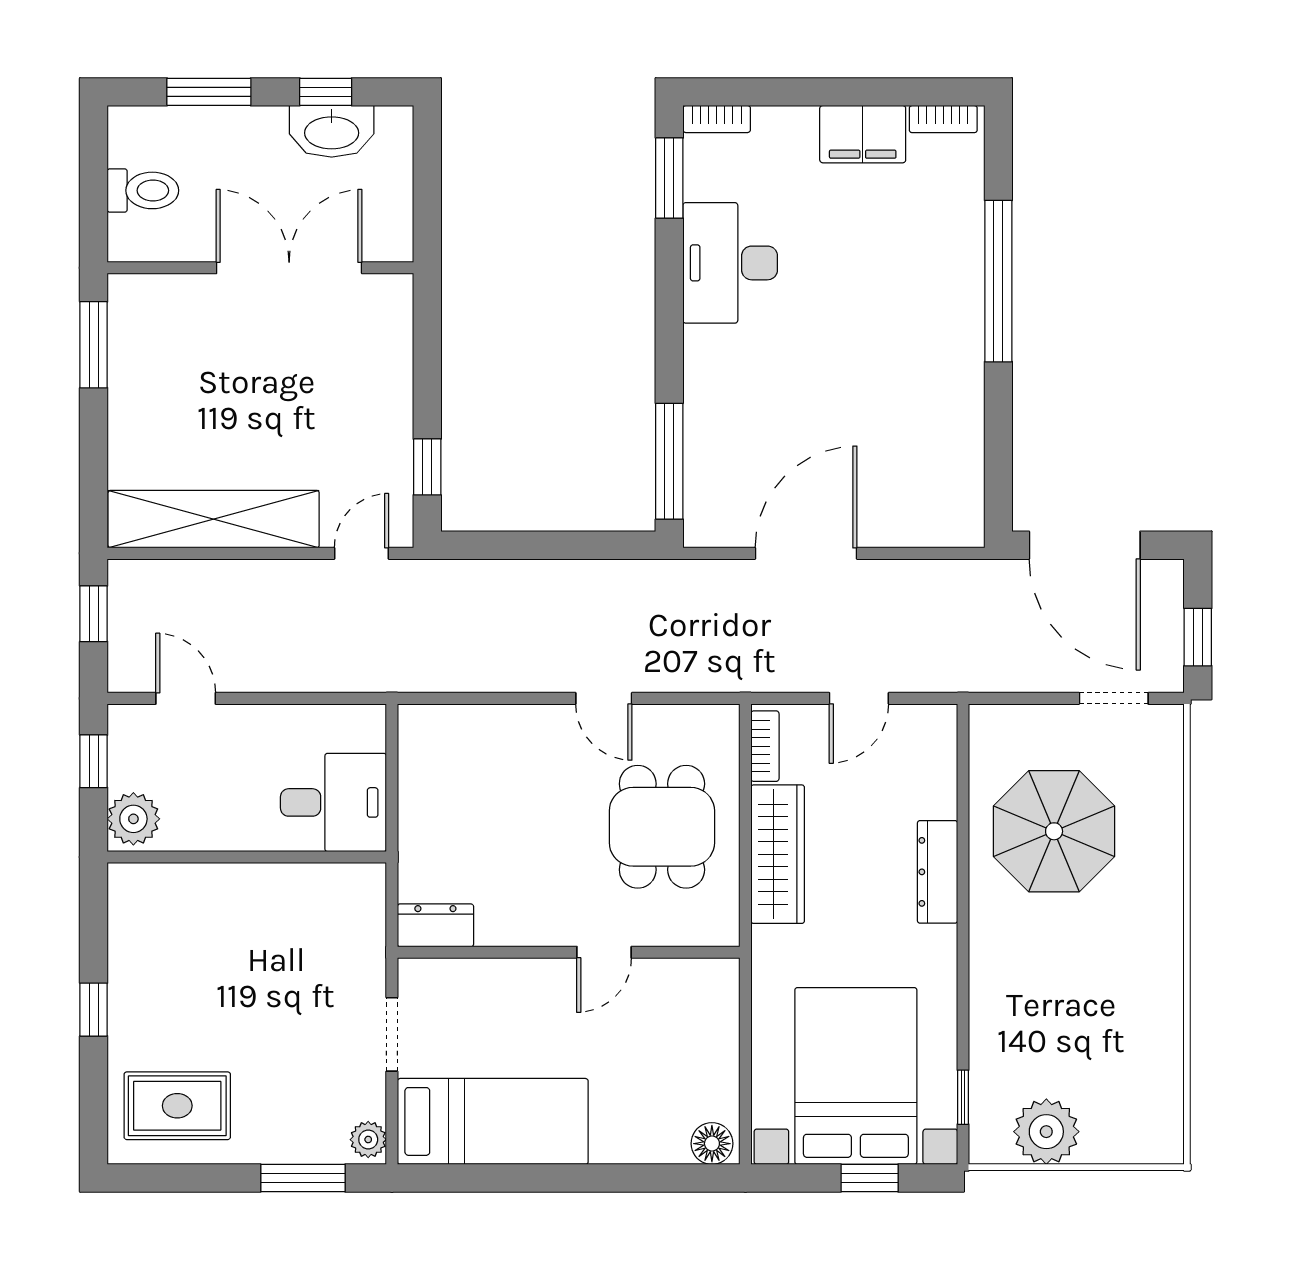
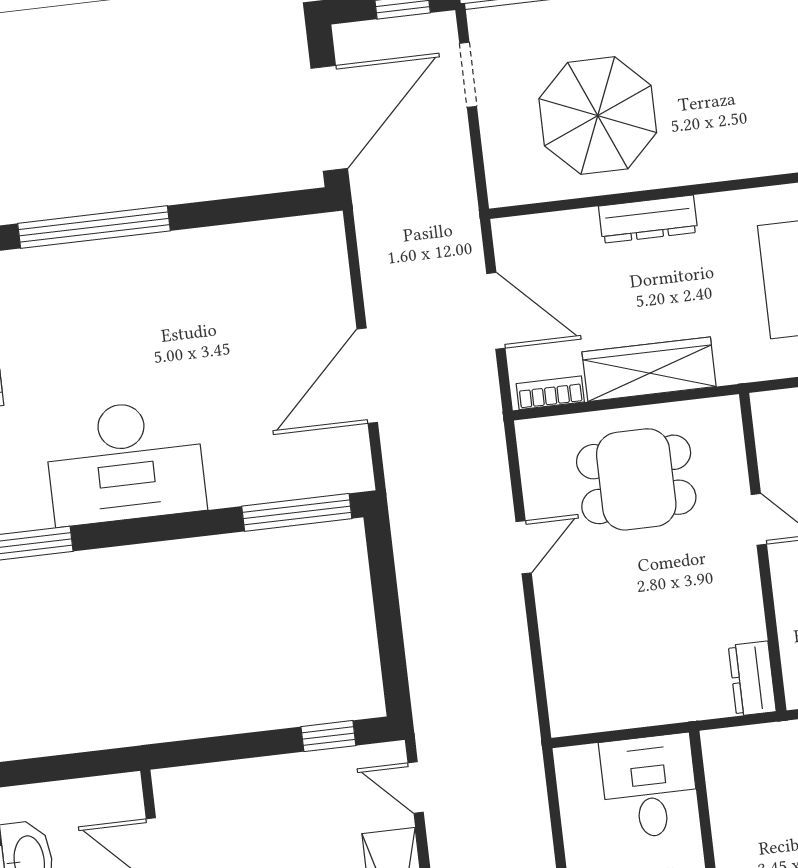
desk: (730, 263) -> (125, 462), width x1.36, depth x1.30
door: (806, 553) -> (367, 376), hinge flipped
door: (859, 698) -> (496, 311), width x1.38

